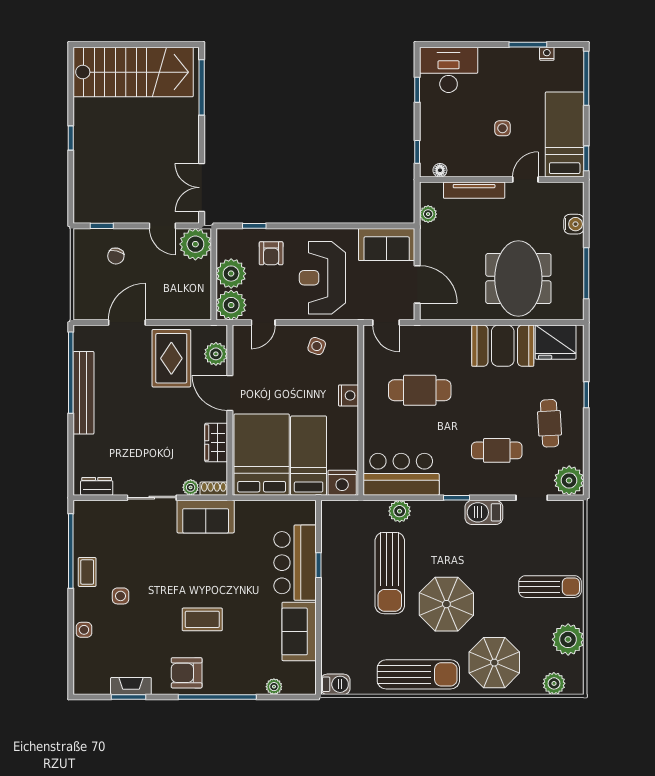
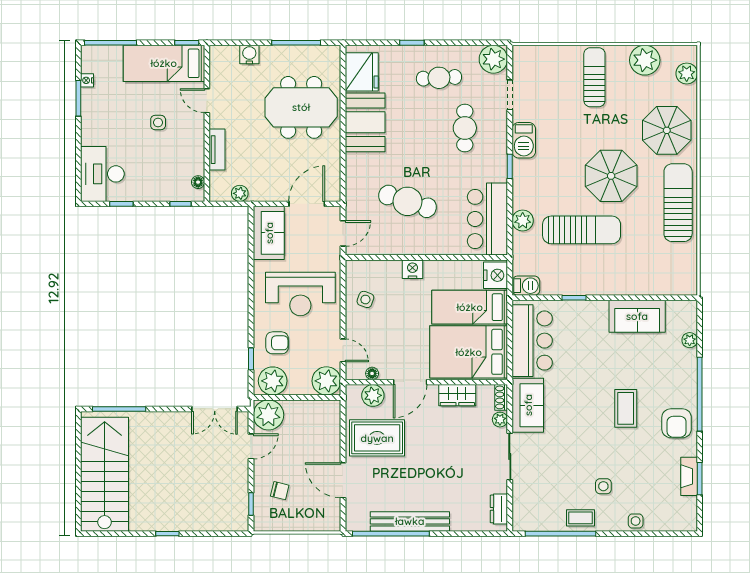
tv unit: (474, 190) -> (217, 150), width x0.71
plant: (231, 274) -> (273, 381), moved
floor lamp: (239, 353) -> (372, 373), added
cafe table: (420, 390) -> (407, 201), turned -72
bar counter: (295, 563) -> (532, 341), moved, turned -90
barbecue: (335, 684) -> (526, 286), moved, turned 90

